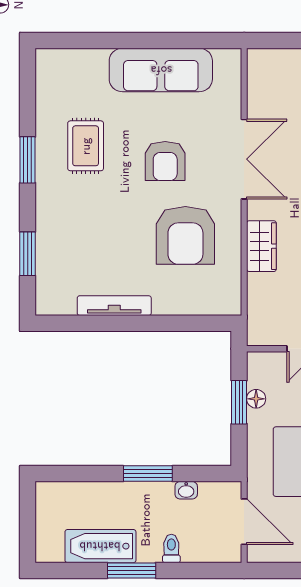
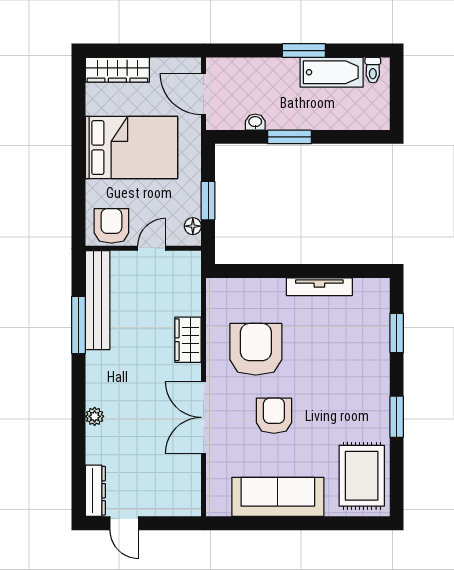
rug: (86, 146) -> (362, 476), moved, width x1.36, depth x1.43
floor lamp: (256, 399) -> (193, 226), moved
toilet: (171, 548) -> (373, 70), moved

